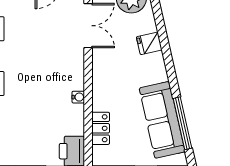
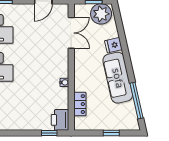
sofa: (162, 120) -> (118, 78), moved

